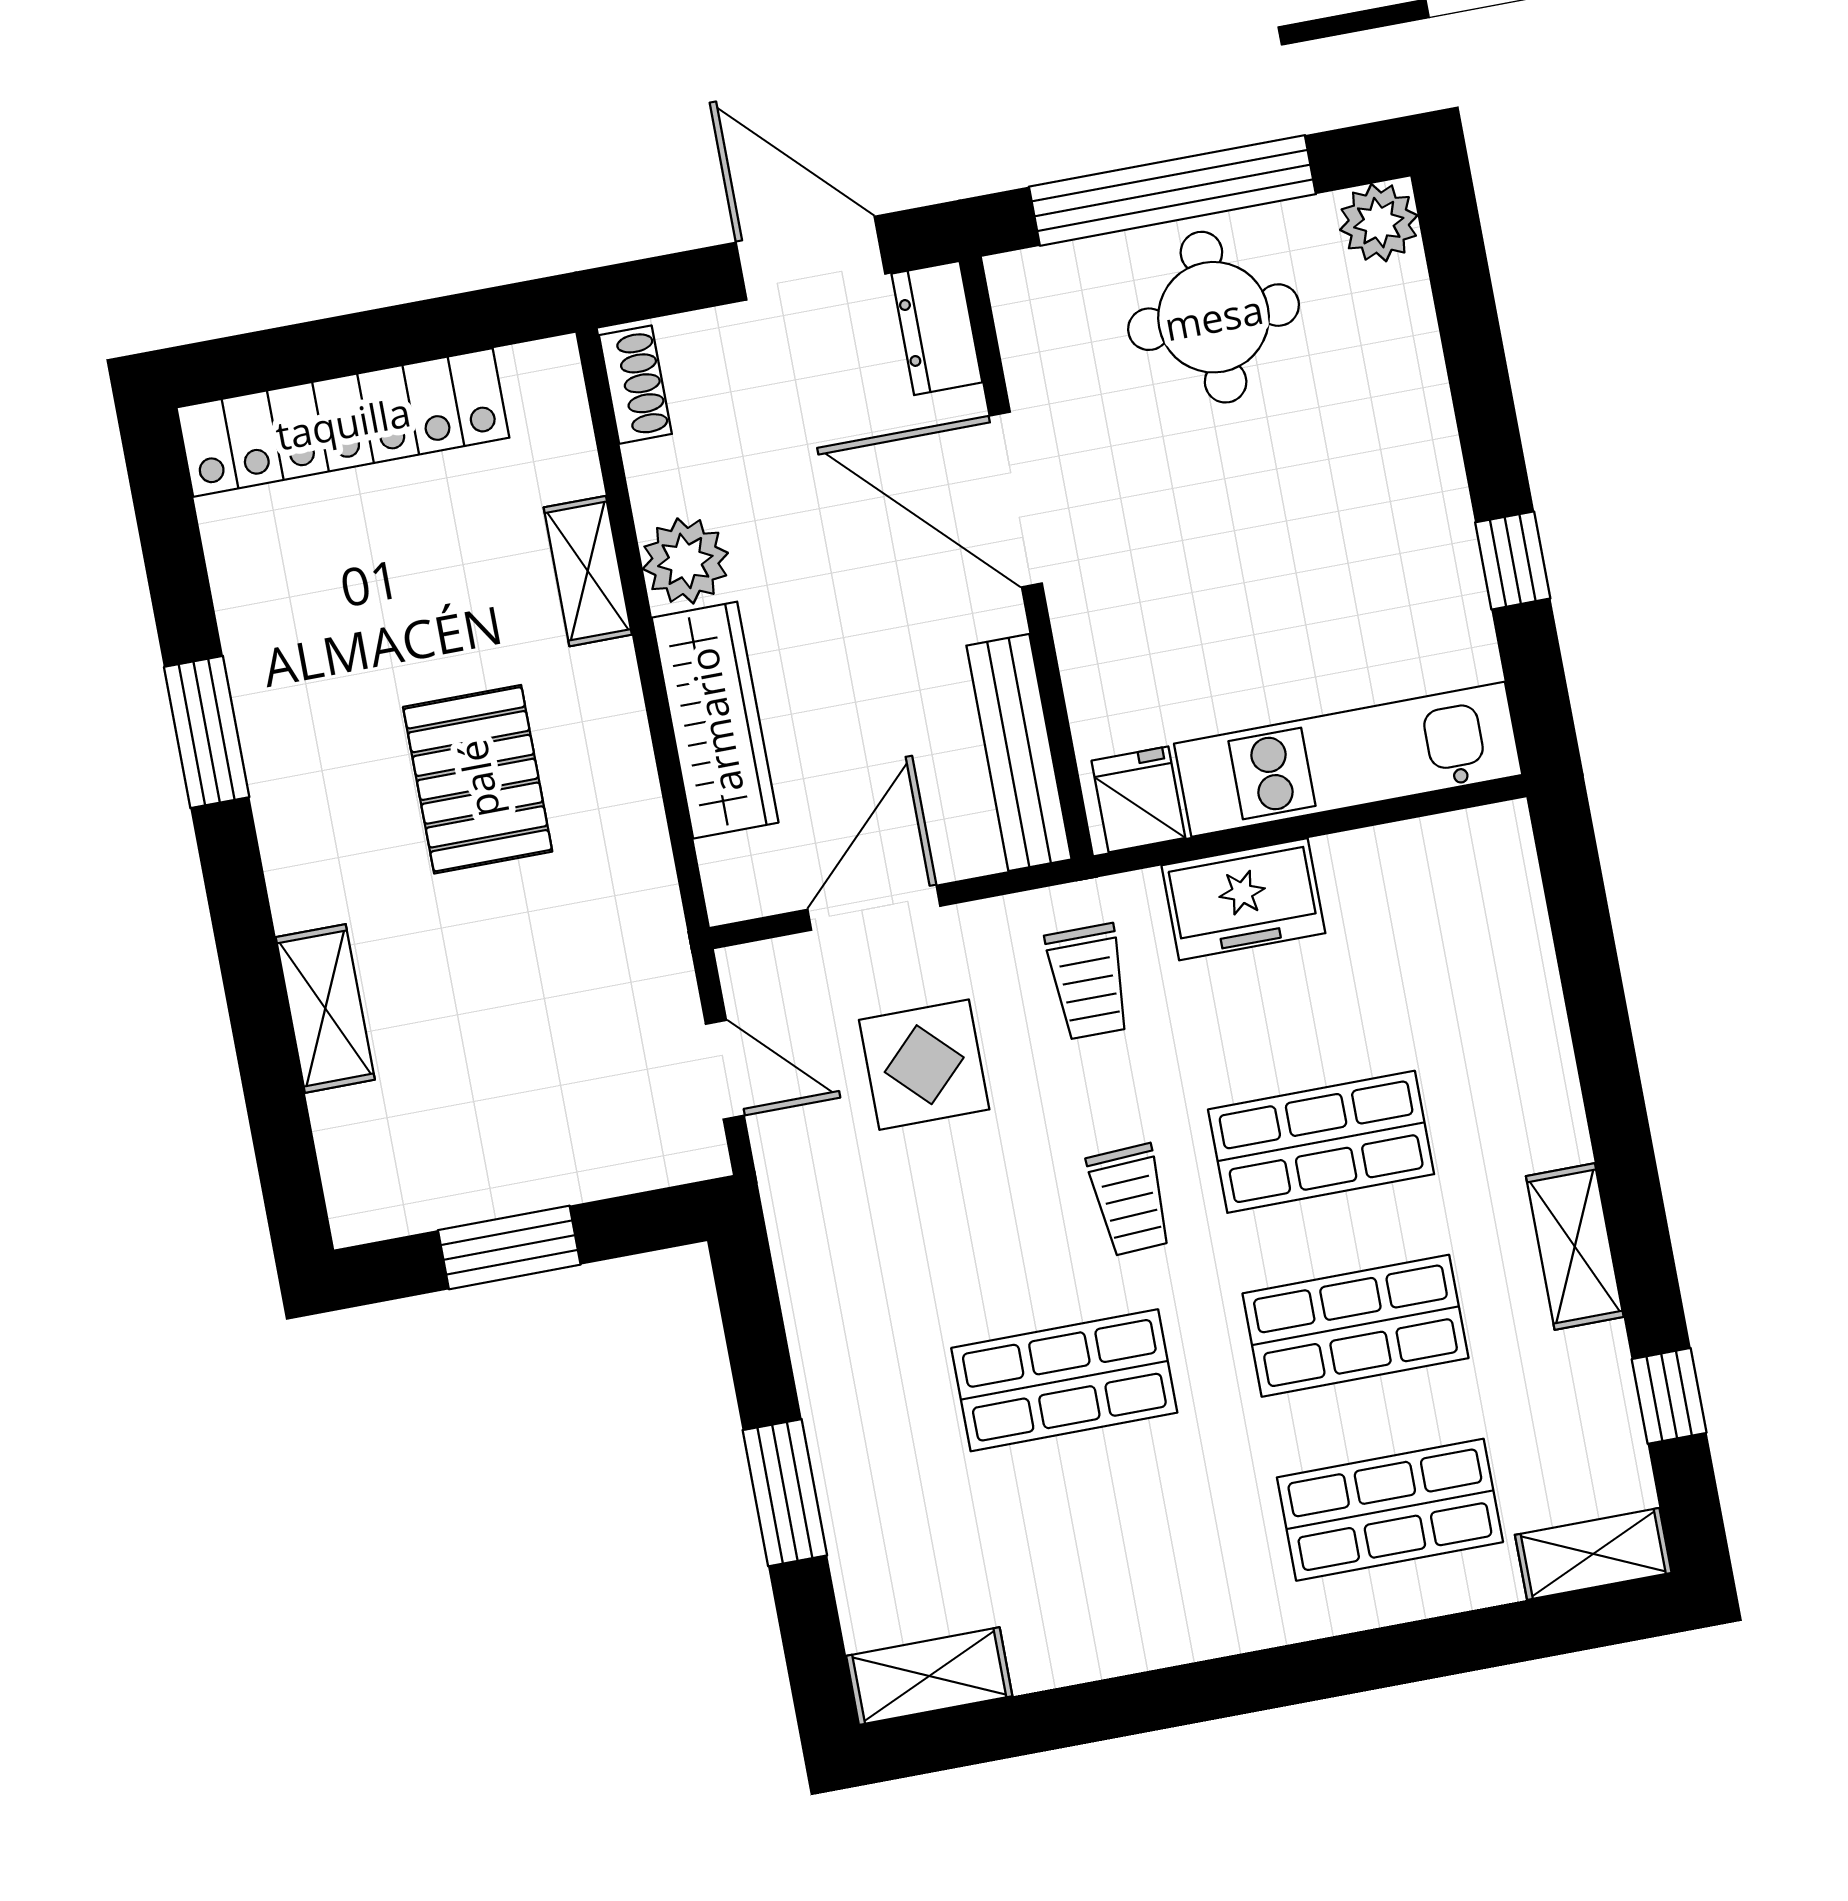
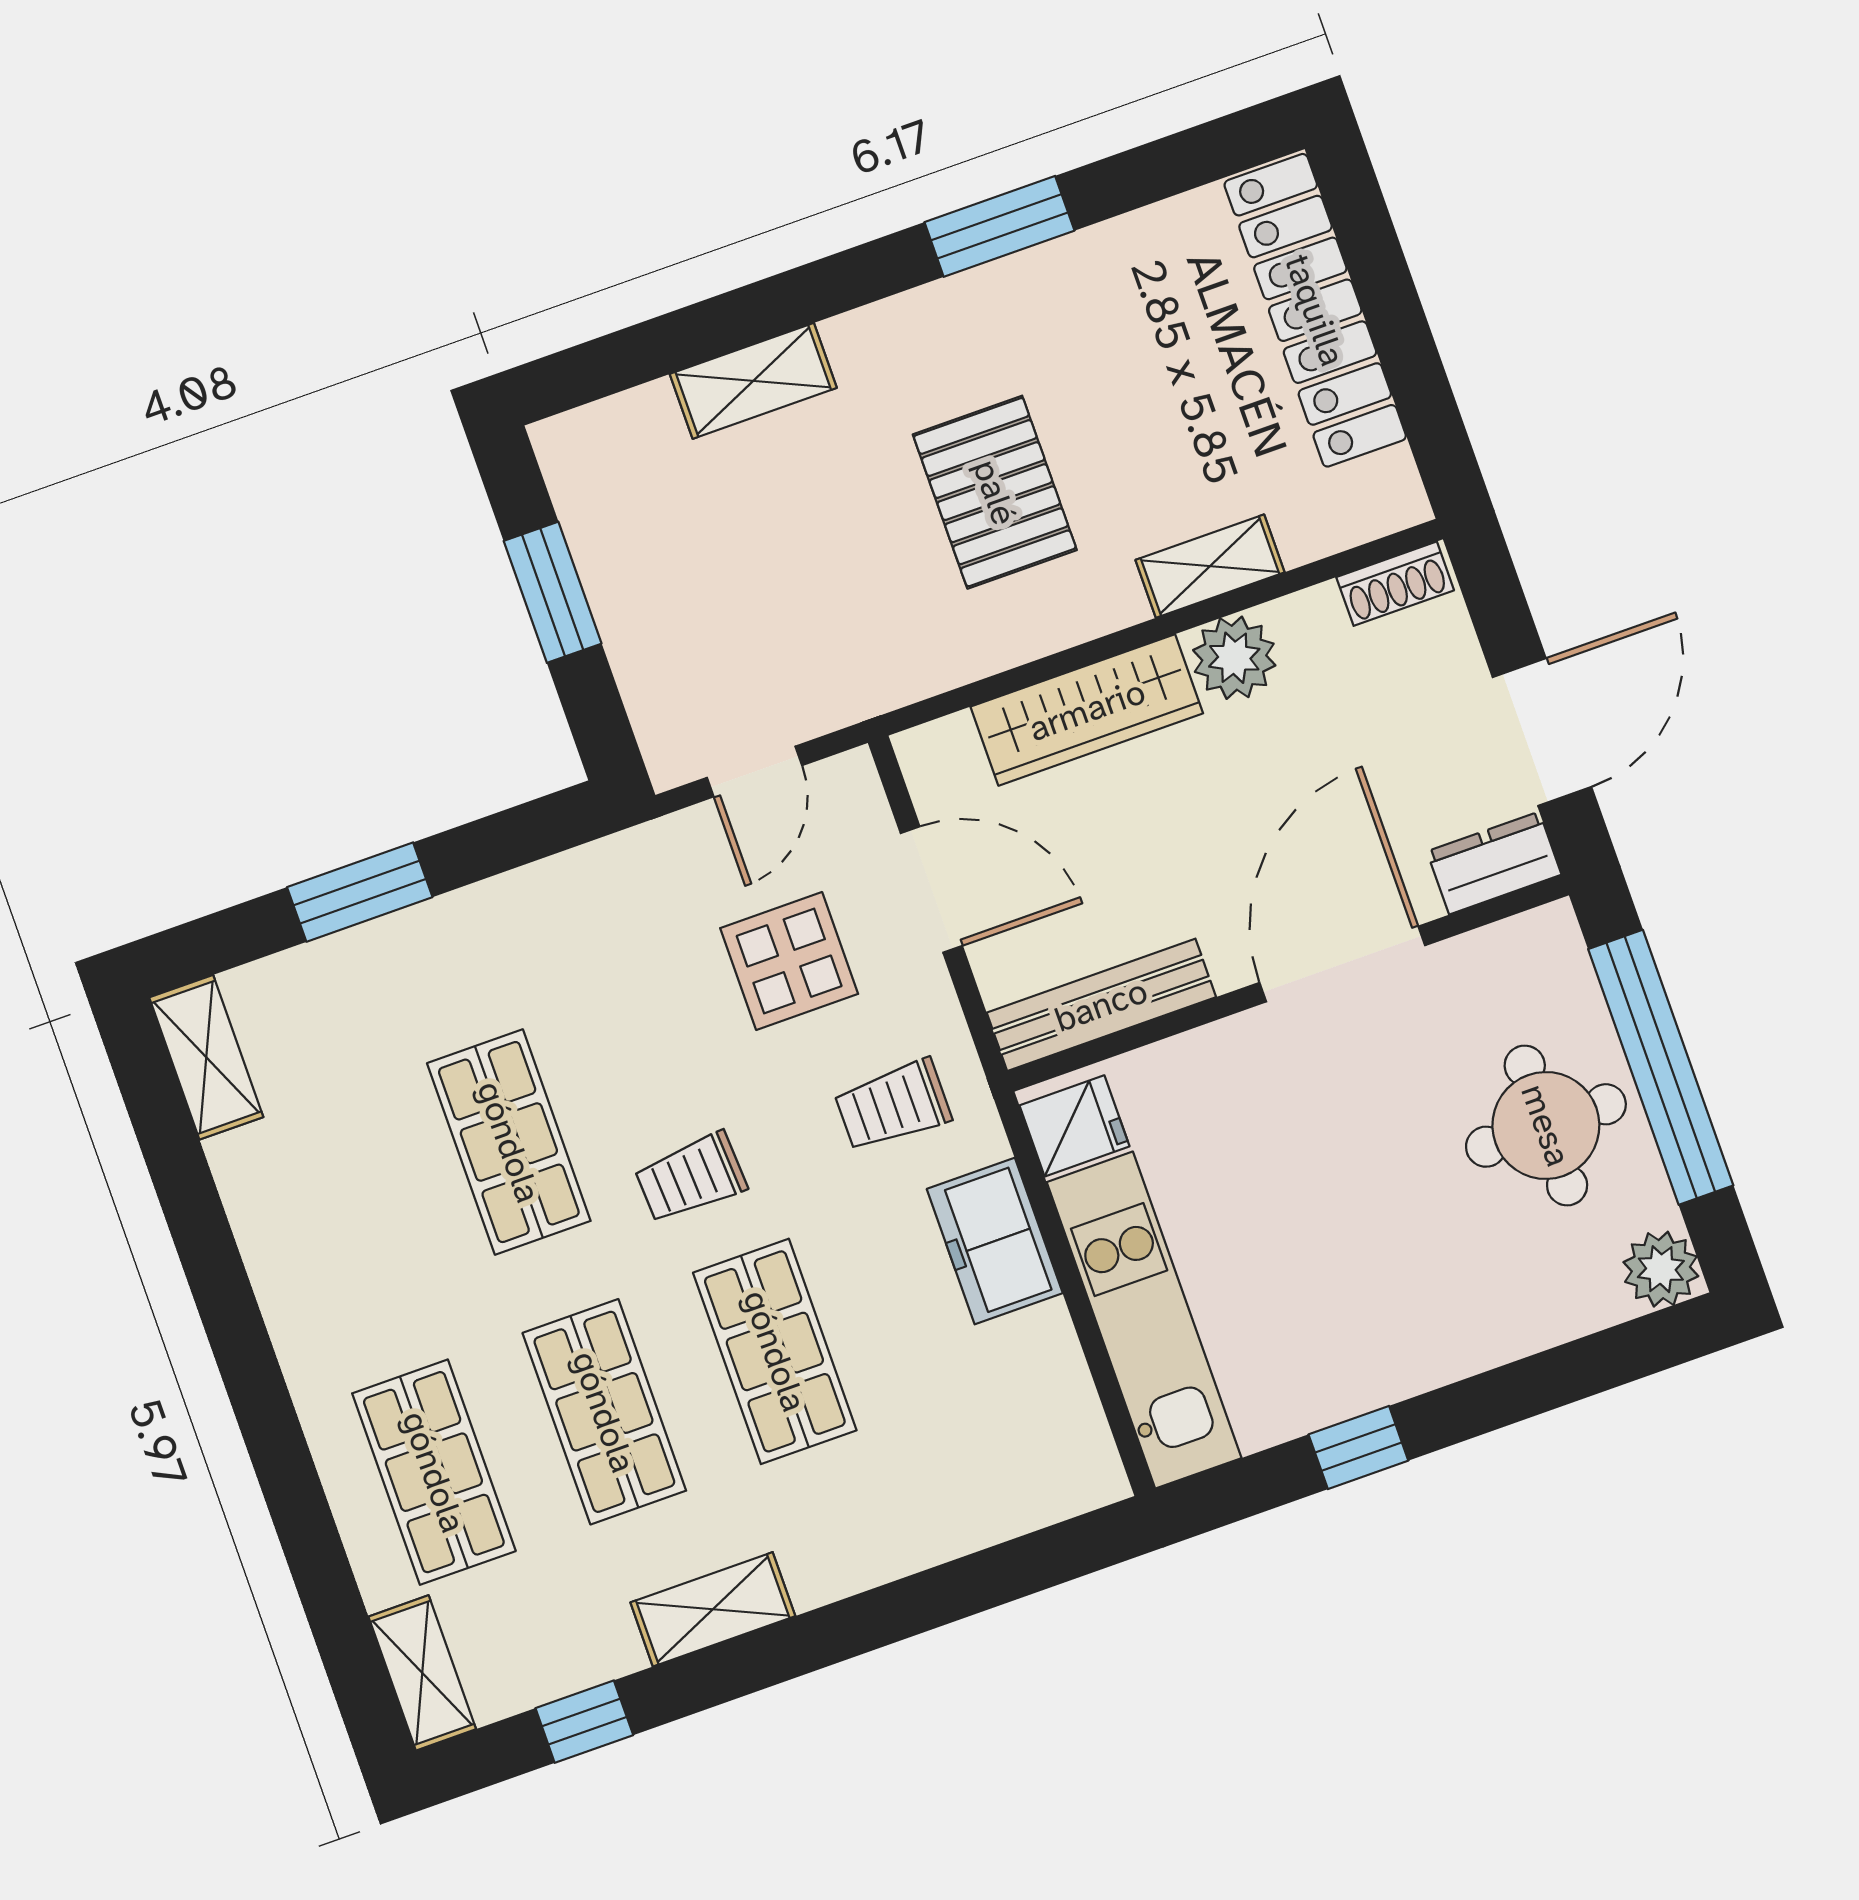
pallet: (478, 779) -> (995, 492), turned 90

